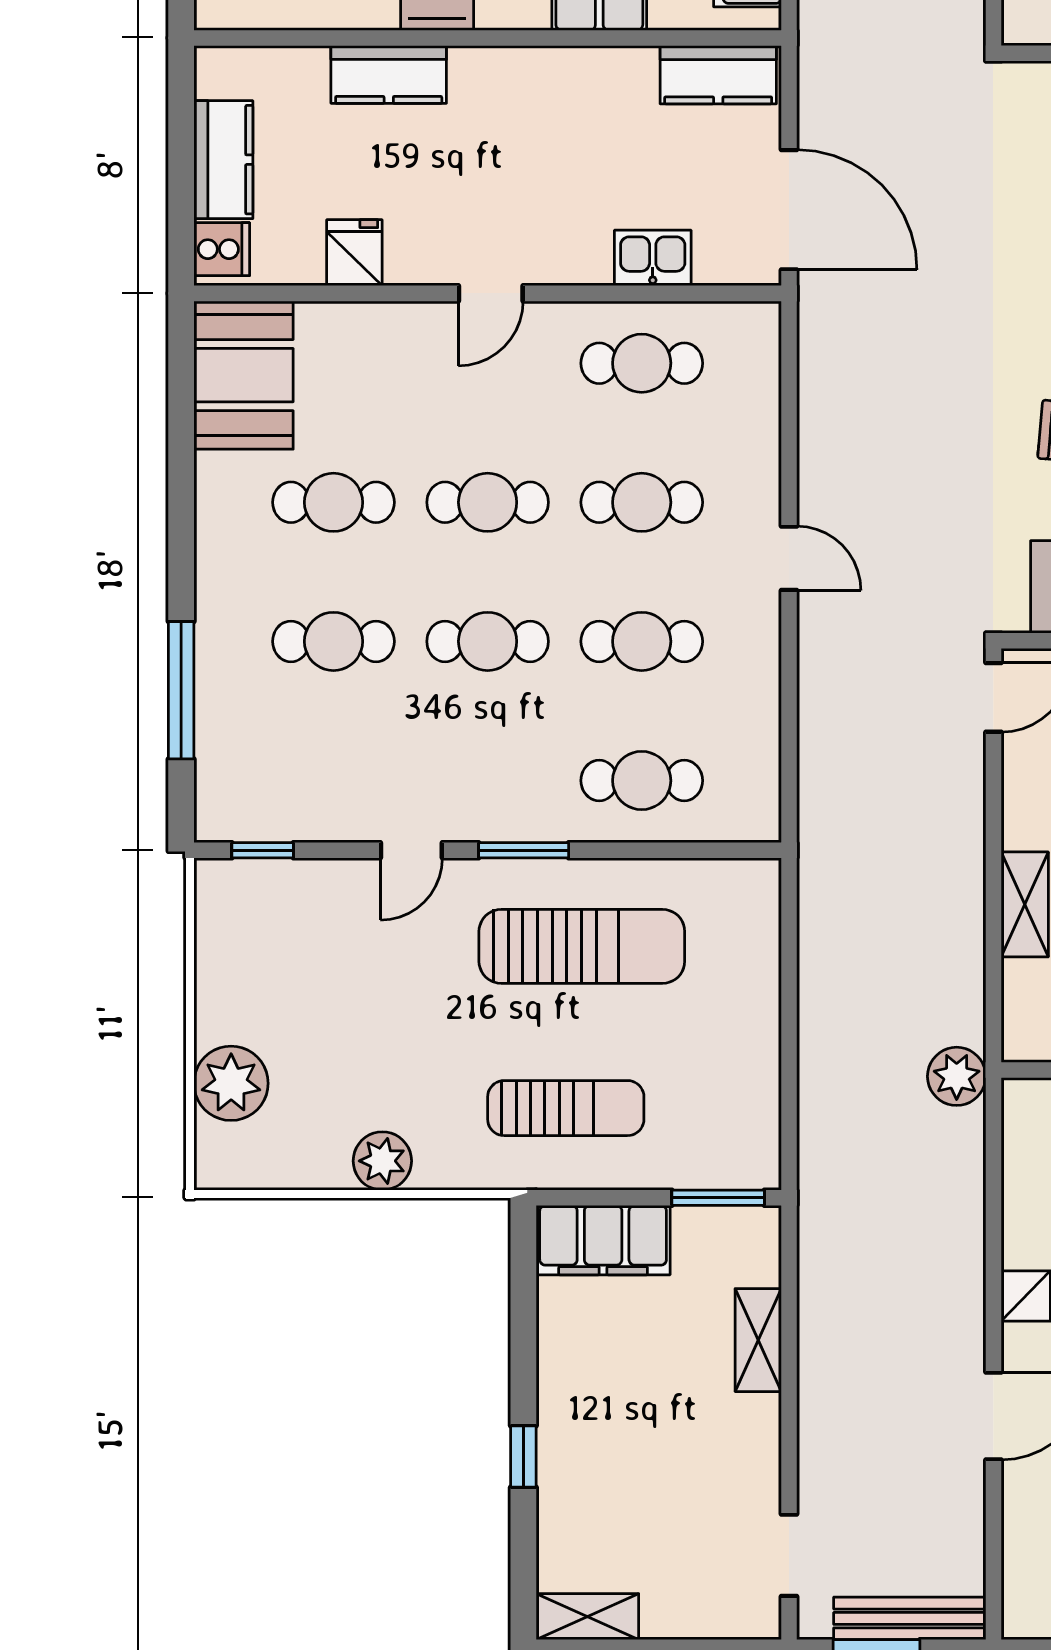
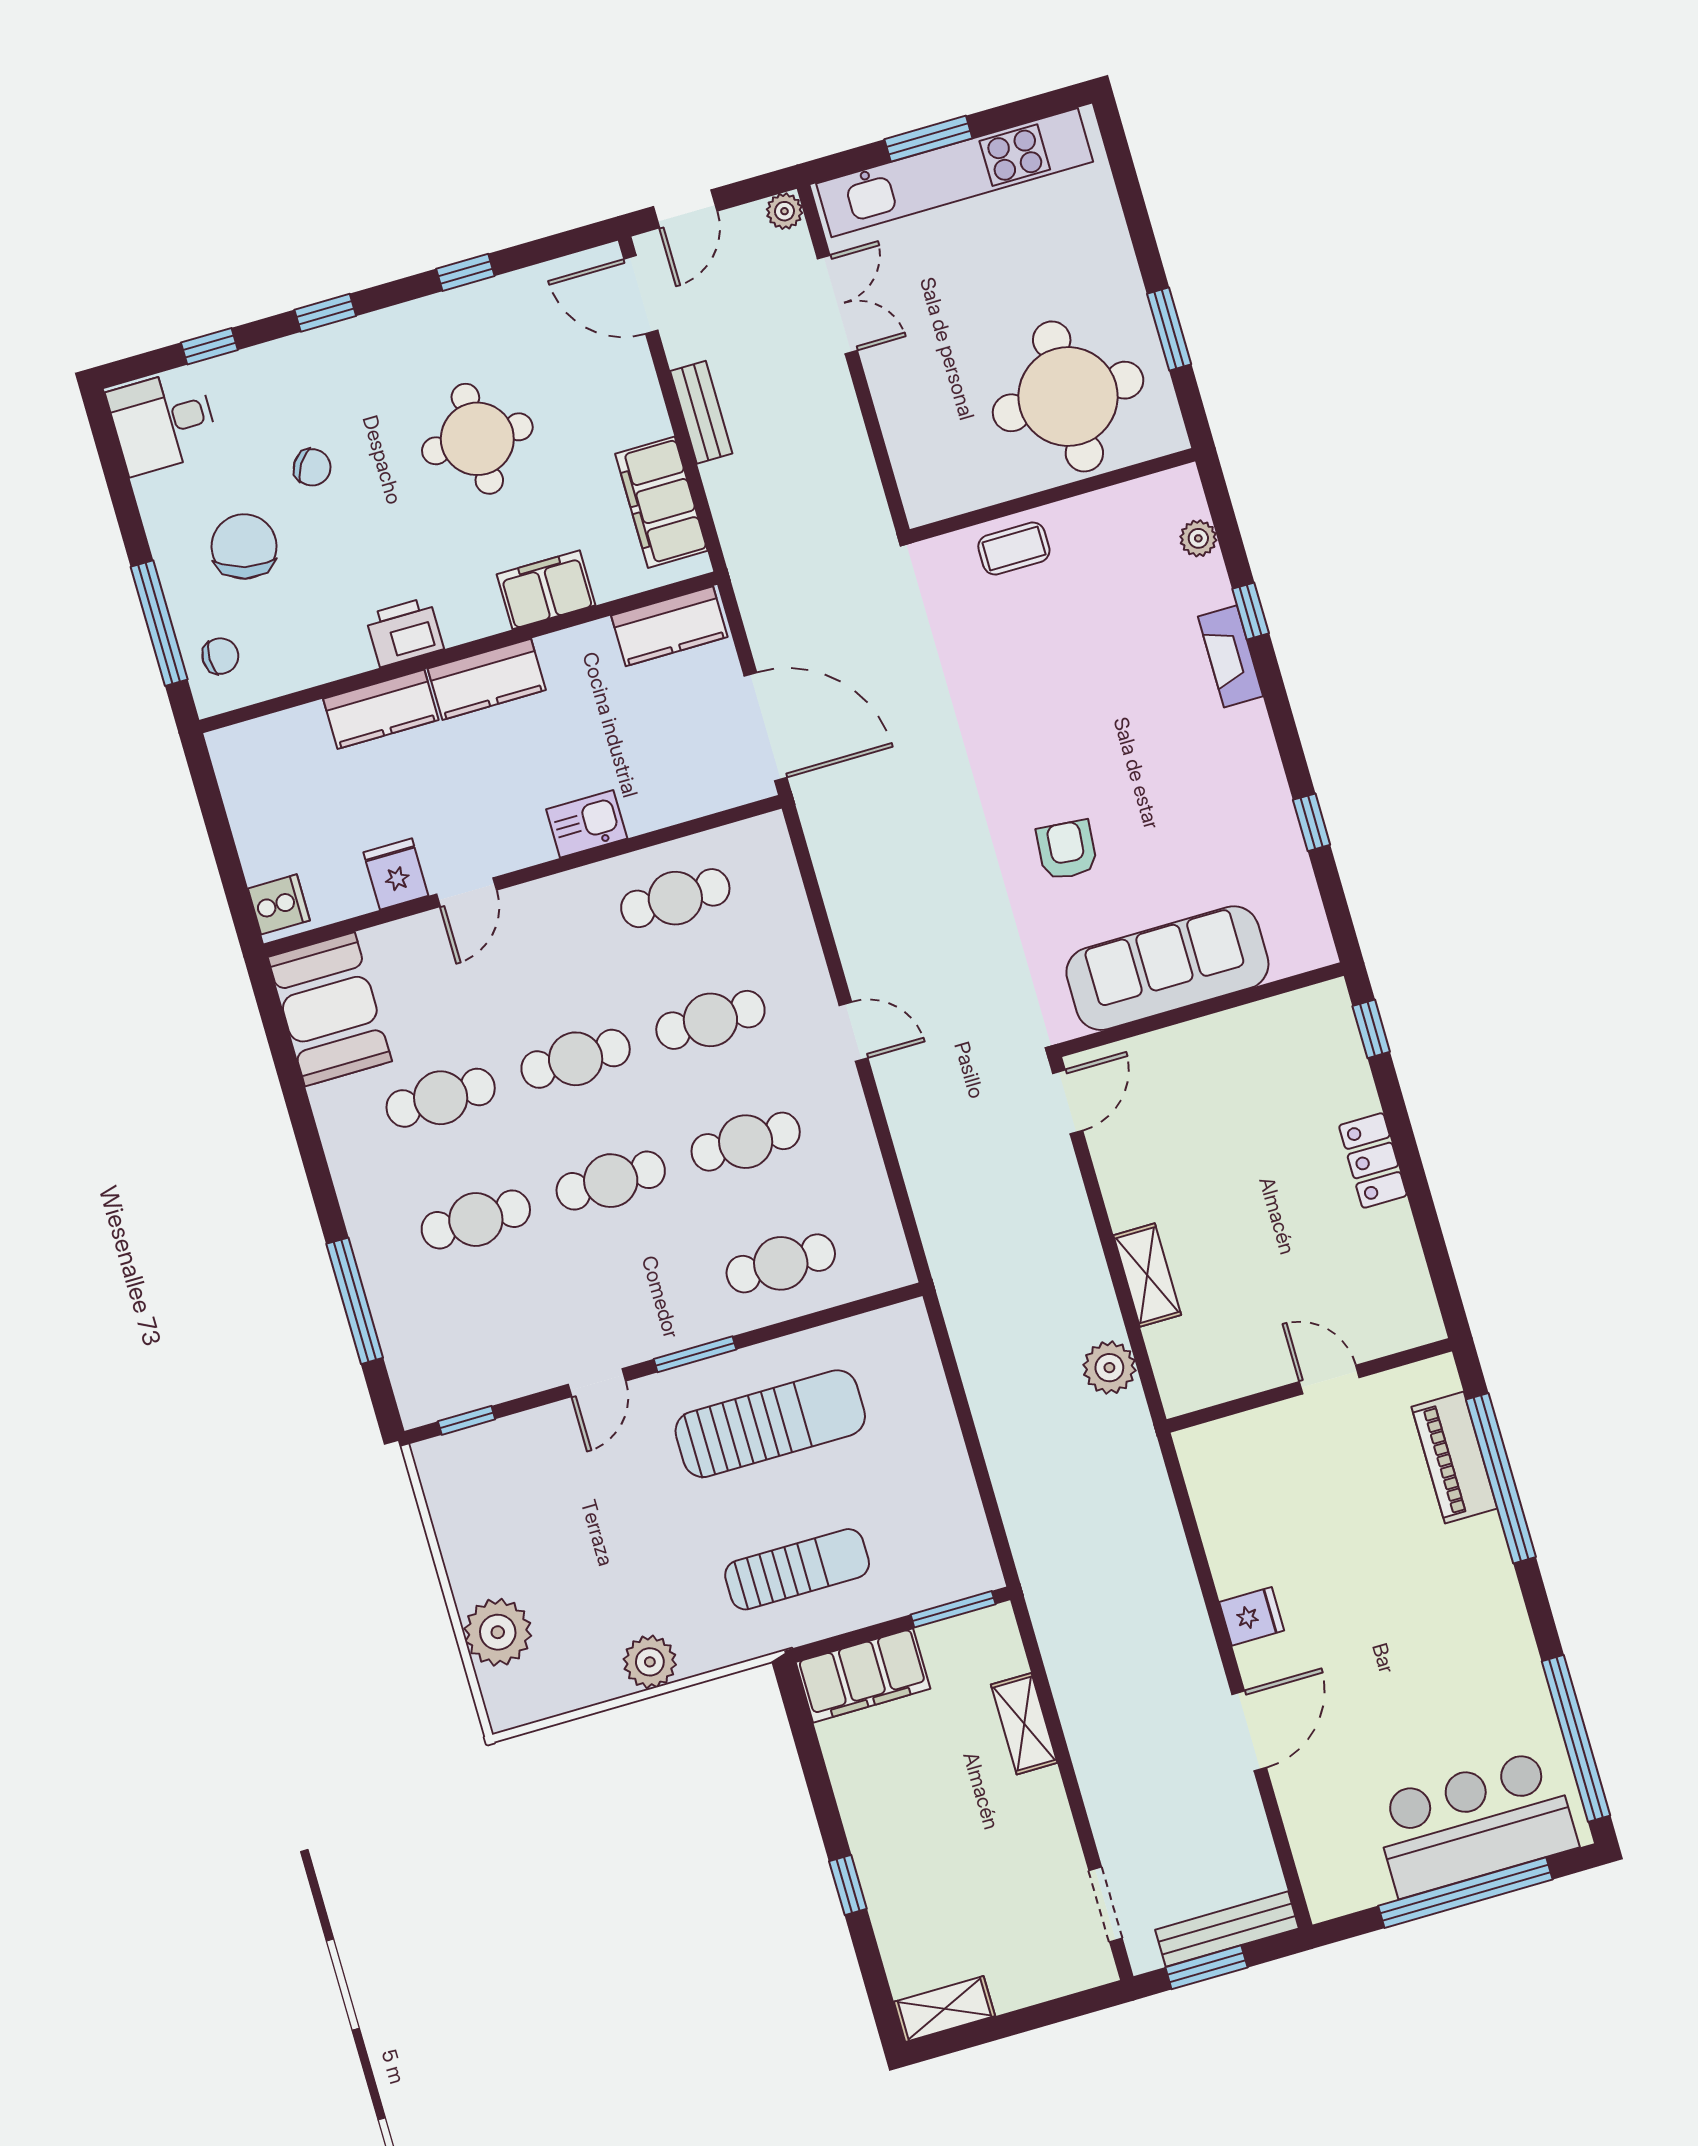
kitchen counter: (223, 160) -> (487, 679), moved, turned 90
kitchen sink: (653, 258) -> (587, 824), moved
door: (491, 293) -> (467, 892), moved
plant: (957, 1076) -> (1109, 1368), moved

